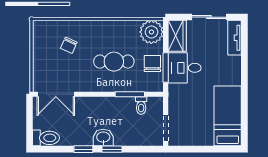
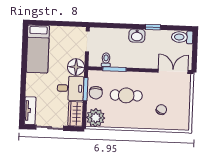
floor lamp: (179, 95) -> (76, 67), added
window: (112, 149) -> (130, 26), removed

